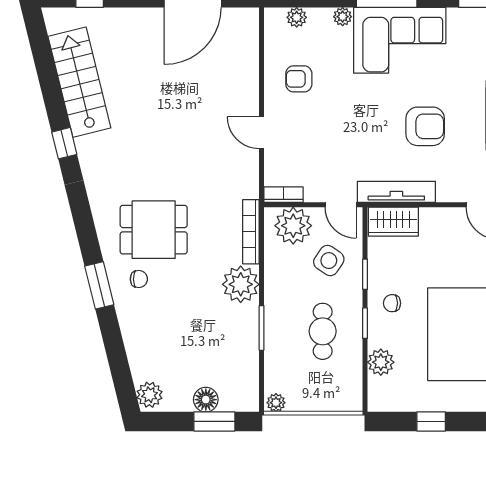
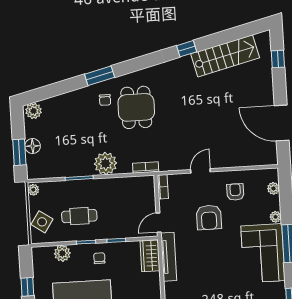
armchair: (425, 126) -> (209, 217), moved
plant: (293, 226) -> (144, 194), removed
bookcase: (251, 232) -> (146, 167), width x0.64
side table: (329, 261) -> (42, 222), moved

